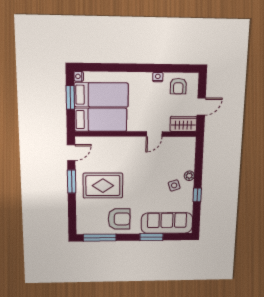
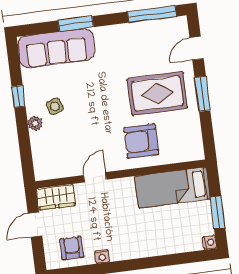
bed: (101, 95) -> (176, 222), removed
door: (71, 153) -> (197, 48), moved
armchair: (119, 219) -> (141, 141), moved

